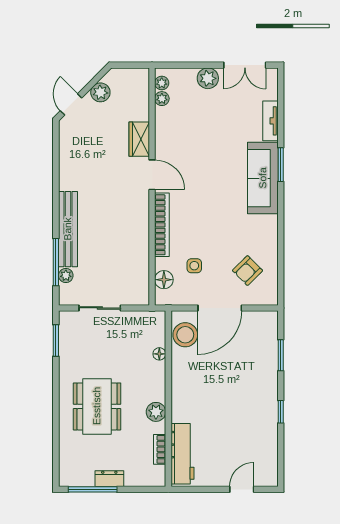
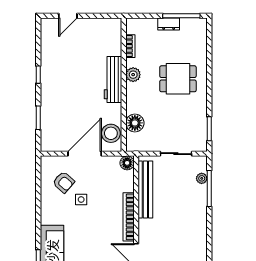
bench: (68, 229) -> (145, 189), moved
side table: (194, 266) -> (81, 200), moved
armchair: (247, 271) -> (64, 182), turned 86
floor lamp: (164, 280) -> (127, 163), moved
floor lamp: (159, 354) -> (135, 123), width x1.89, depth x1.89
dining table: (97, 406) -> (178, 79), width x0.73
workbench: (182, 454) -> (113, 80), moved

